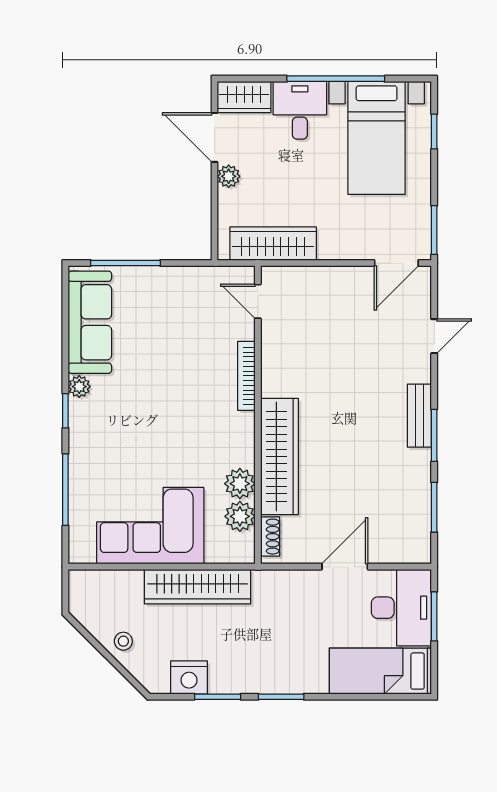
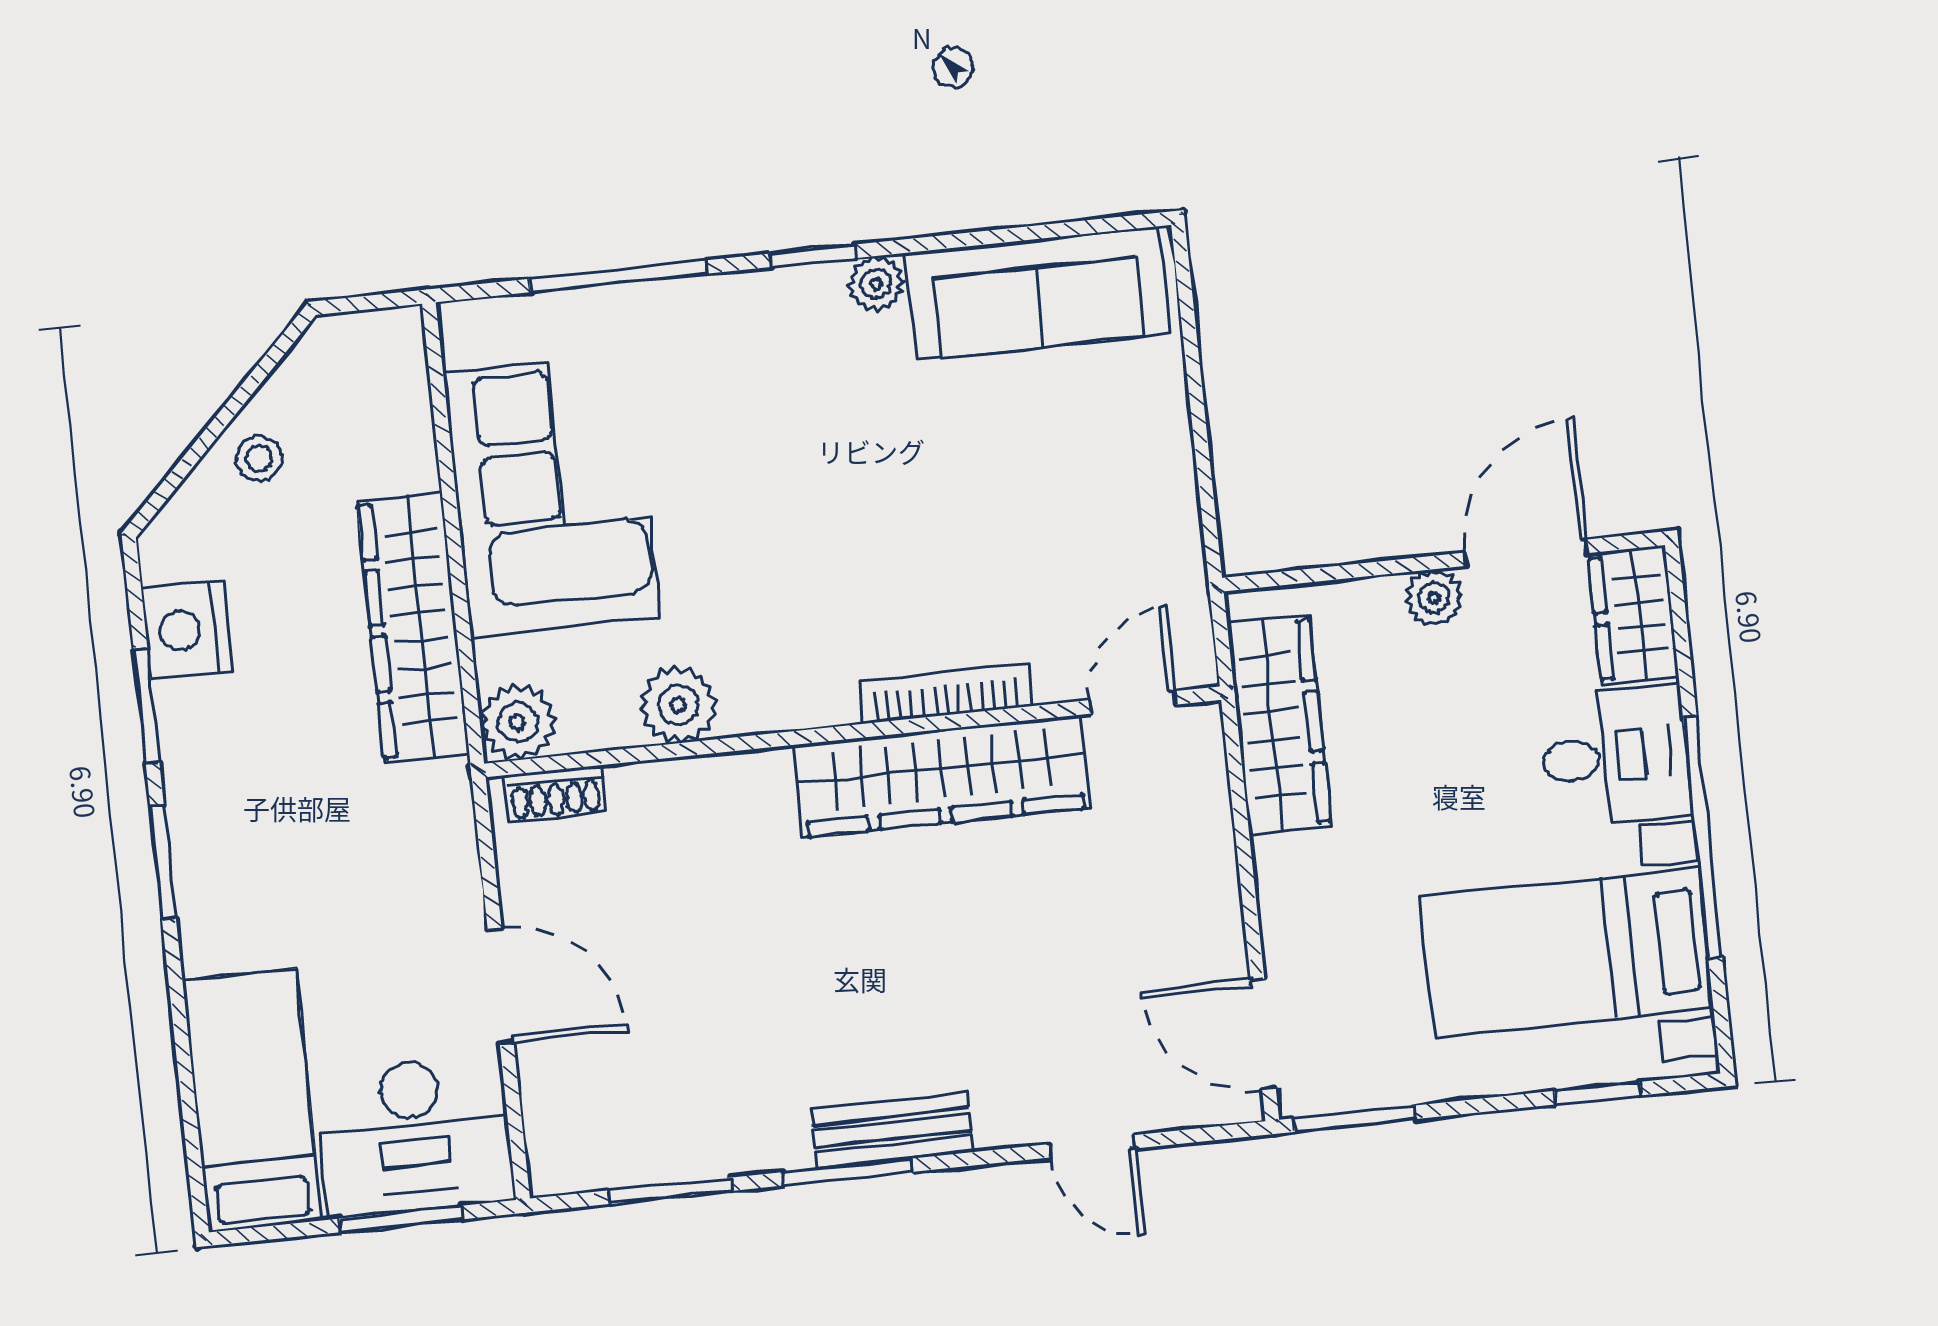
window: (125, 263) -> (1193, 366), removed
wardrobe: (279, 456) -> (942, 776), moved
plant: (240, 516) -> (518, 722), moved

